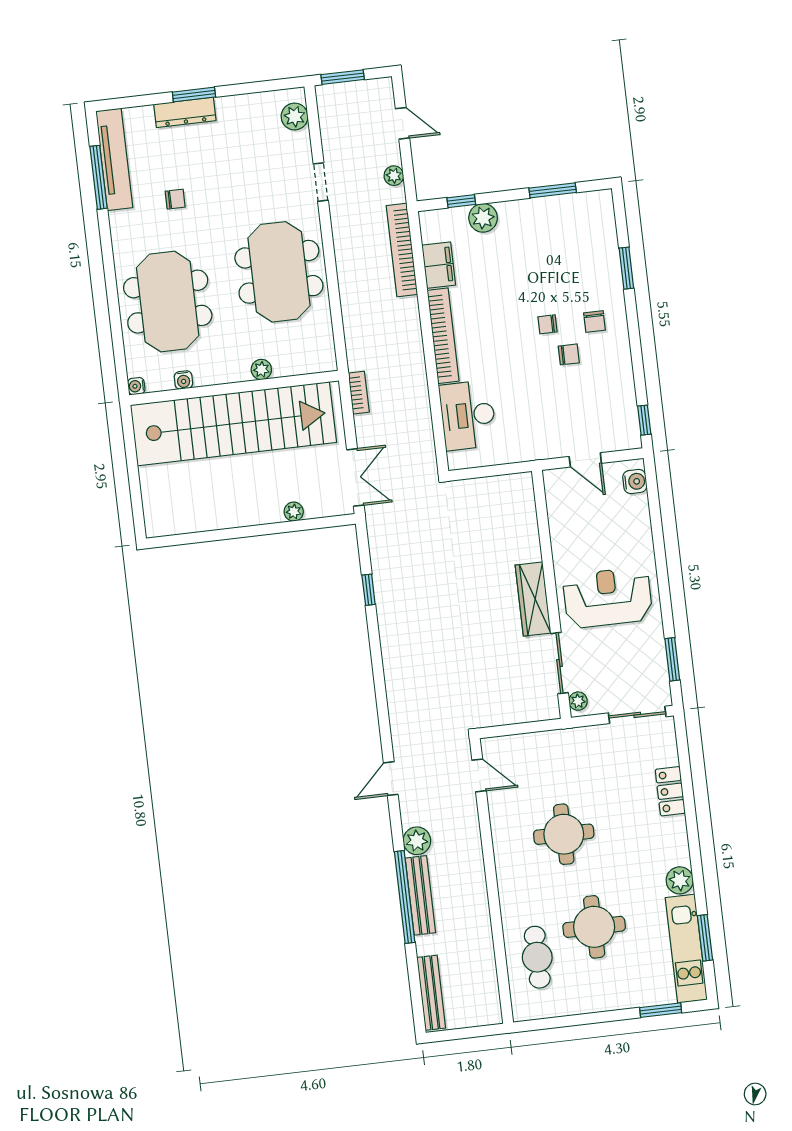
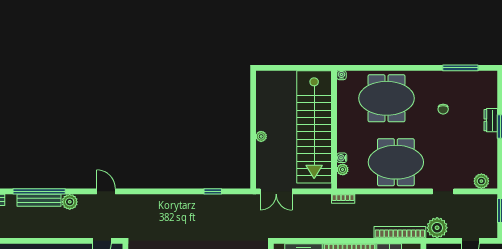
dresser: (185, 112) -> (491, 120), width x0.70
tv unit: (114, 159) -> (469, 78), removed
plant: (394, 176) -> (437, 228), width x1.87, depth x1.87
plant: (261, 370) -> (343, 170), moved
water cooler: (183, 380) -> (342, 158), moved
bookcase: (359, 393) -> (343, 199), moved
plant: (294, 512) -> (261, 136), moved

